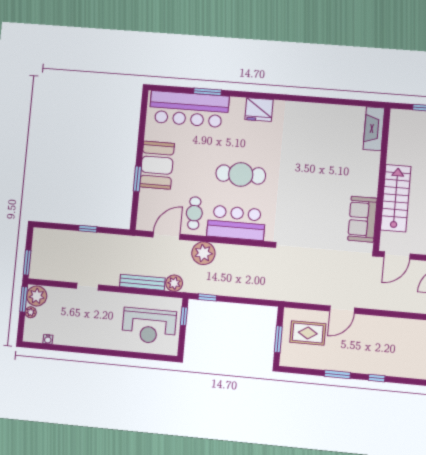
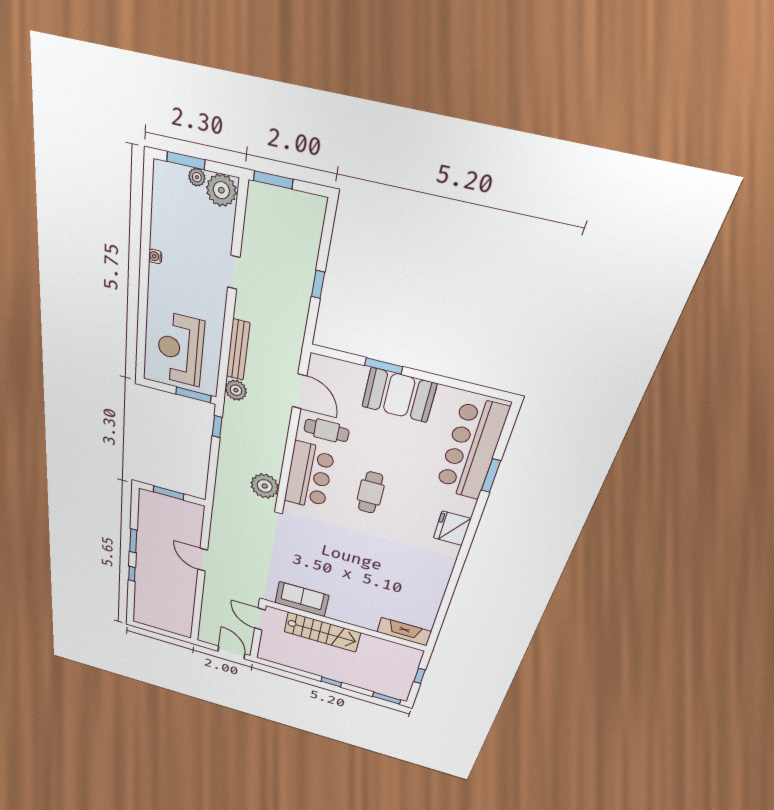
cafe table: (241, 174) -> (371, 493), width x0.73, depth x0.74
plant: (203, 253) -> (265, 486), moved
window: (24, 299) -> (186, 161), moved
window: (184, 316) -> (193, 395), width x1.50
rug: (308, 333) -> (176, 523), removed
water cooler: (48, 339) -> (155, 256), moved

